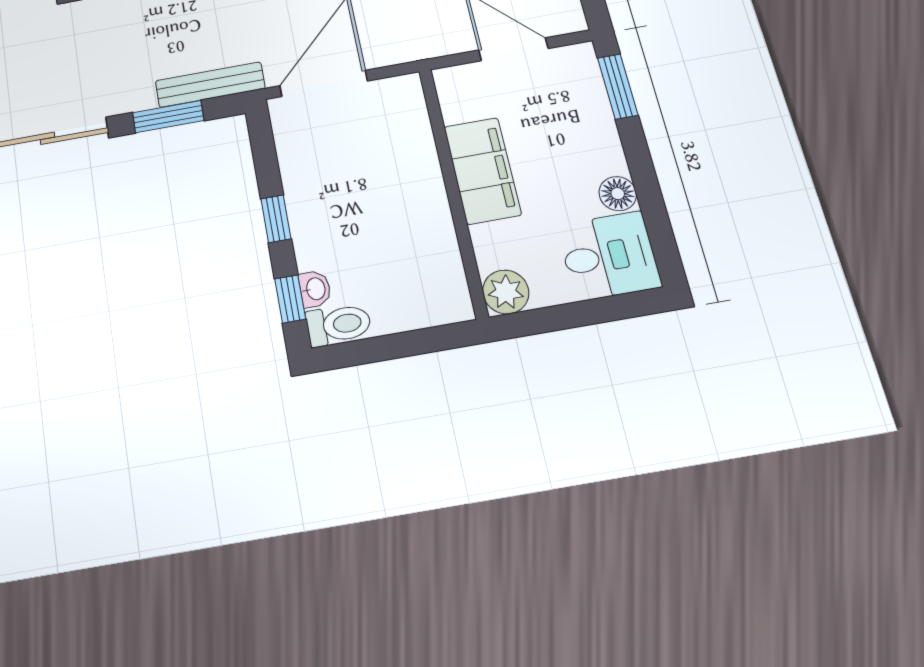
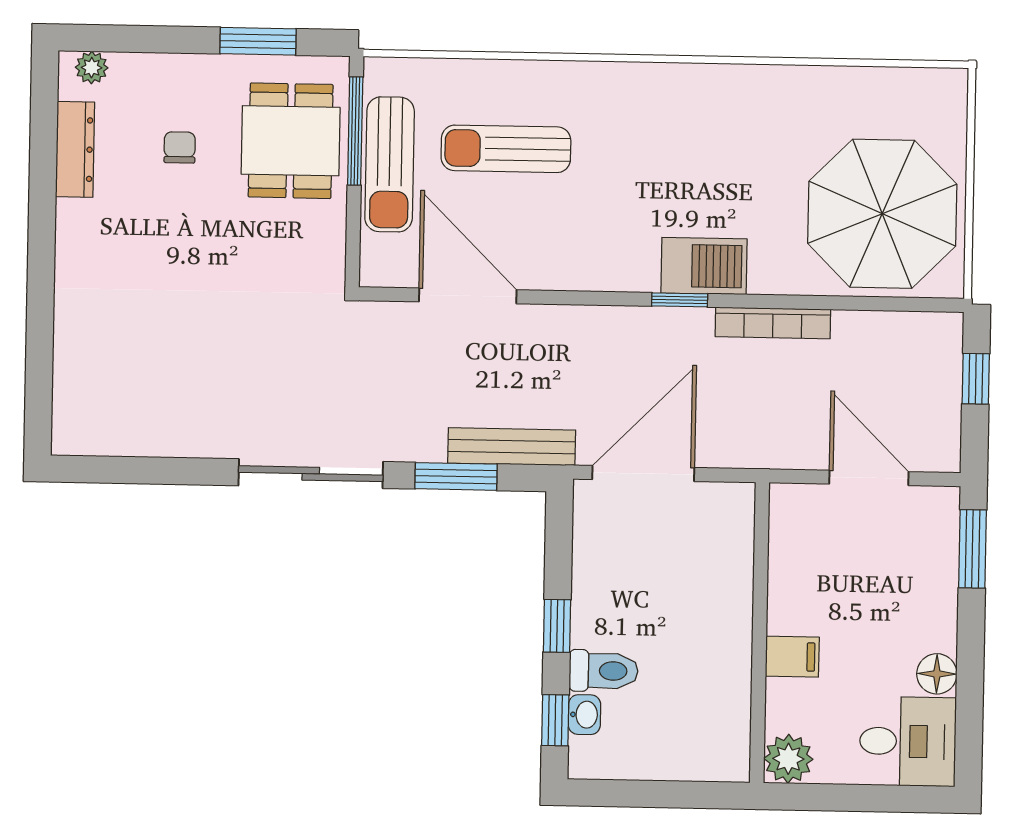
filing cabinet: (482, 171) -> (792, 657), width x0.33, depth x0.86
toilet: (339, 325) -> (604, 671), moved

